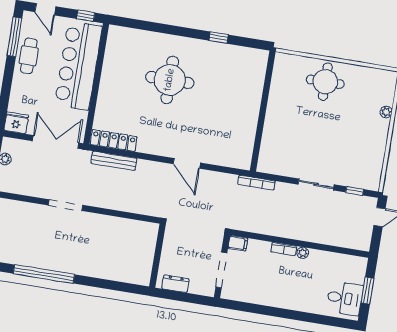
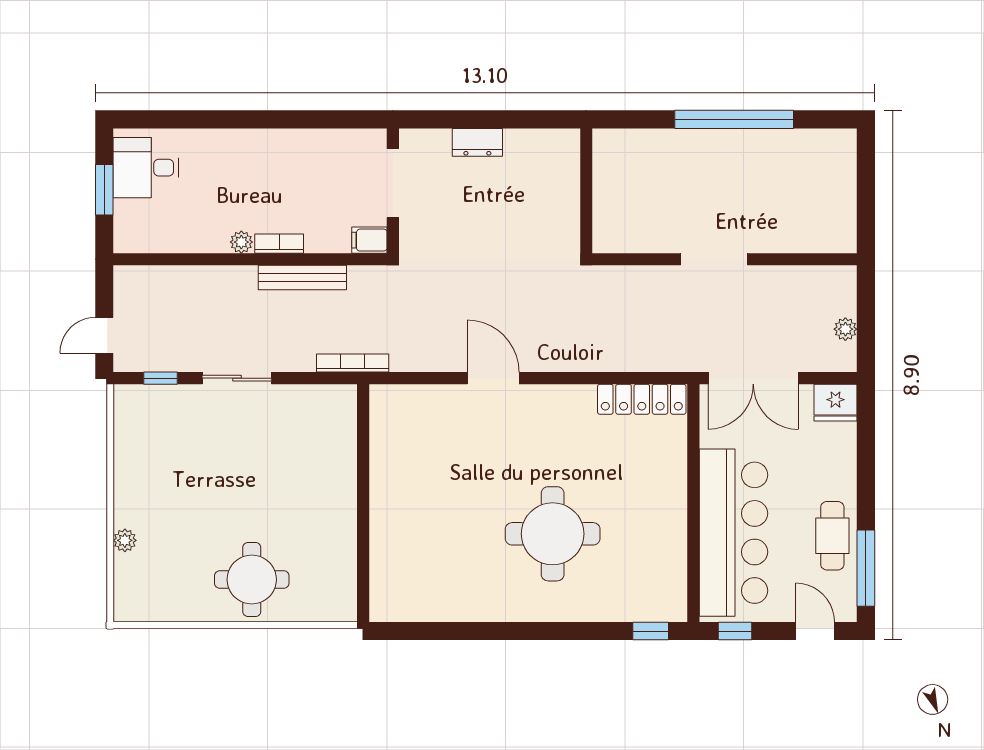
window: (218, 38) -> (651, 631), moved
bench: (114, 161) -> (302, 277), moved
wall: (157, 256) -> (586, 191), moved

